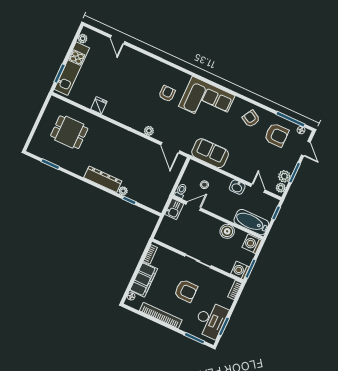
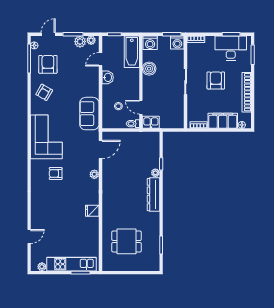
fridge: (99, 105) -> (92, 211), moved
dining table: (69, 132) -> (127, 241), turned 90

